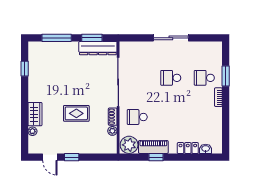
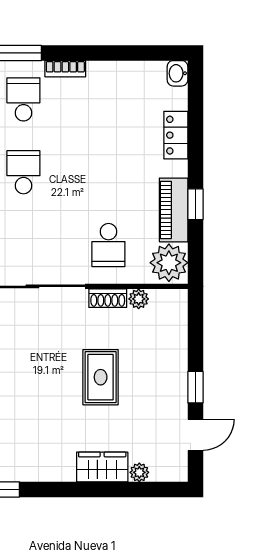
school desk: (171, 78) -> (23, 172), turned 180
school desk: (204, 78) -> (23, 99), turned 180
washbasin: (206, 149) -> (177, 73), moved

